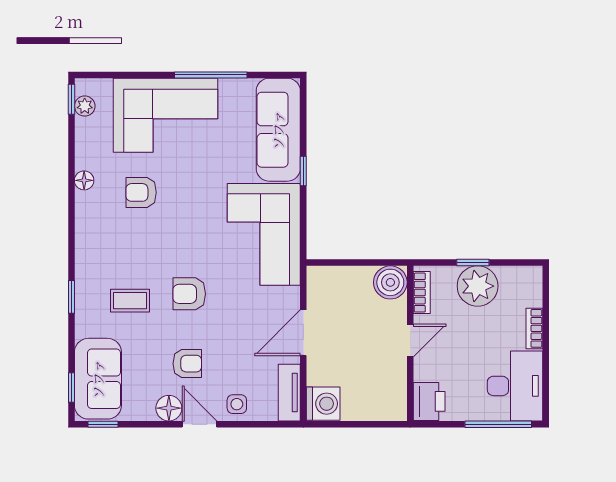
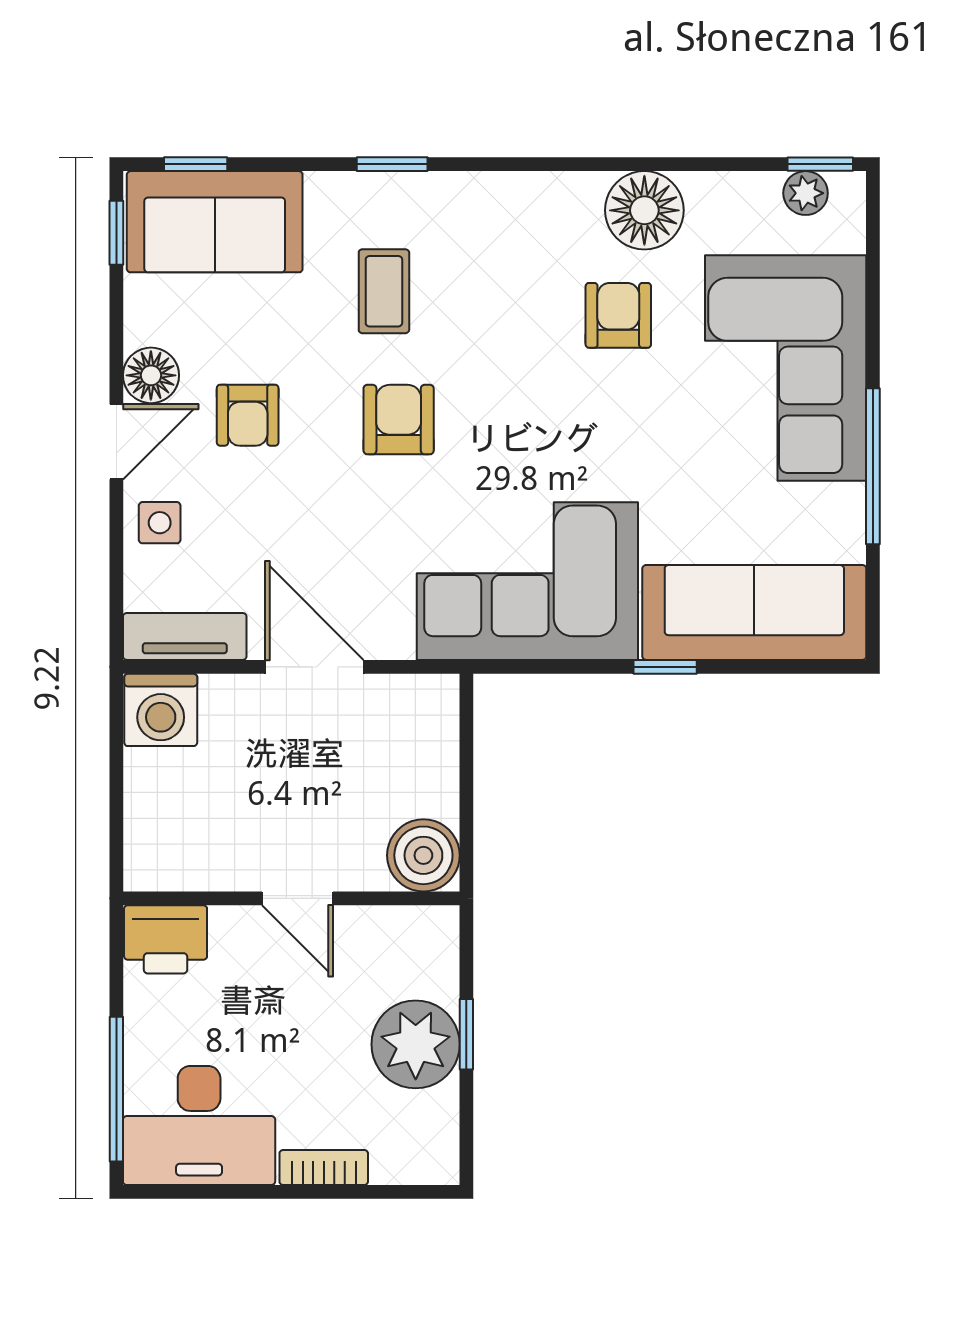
floor lamp: (84, 180) -> (644, 210), width x1.89, depth x1.89
bookcase: (422, 293) -> (401, 923), removed

